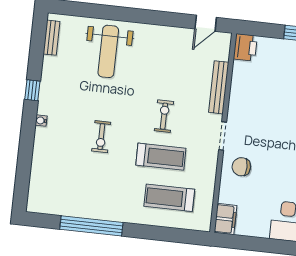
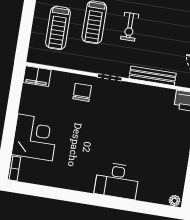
exercise bike: (164, 116) -> (130, 27), turned 90
treadmill: (169, 198) -> (58, 28), turned 180

